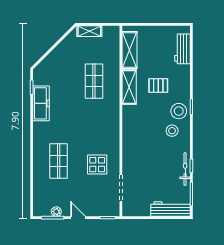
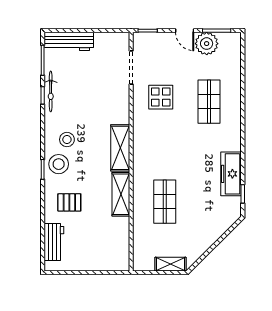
shelving: (130, 50) -> (120, 148), moved
pallet: (158, 86) -> (69, 202), moved
plant: (56, 212) -> (207, 44), width x1.88, depth x1.88

